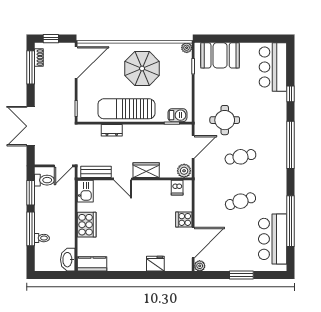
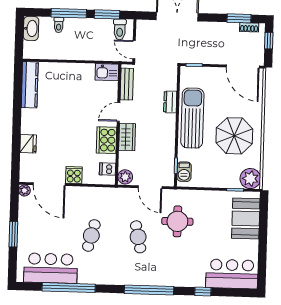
plant: (187, 48) -> (250, 179), width x1.88, depth x1.88
window: (31, 67) -> (239, 18), width x0.69
cafe table: (240, 201) -> (91, 235), turned 33
cooker: (87, 225) -> (107, 140), moved, turned 90
washbasin: (68, 260) -> (31, 28), moved, turned 90
kitchen counter: (92, 264) -> (30, 85), width x1.50

